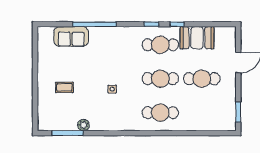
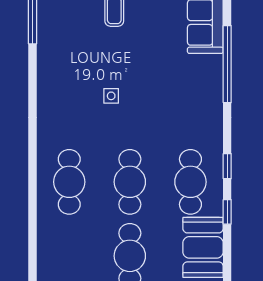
plant: (83, 125) -> (47, 44), removed

